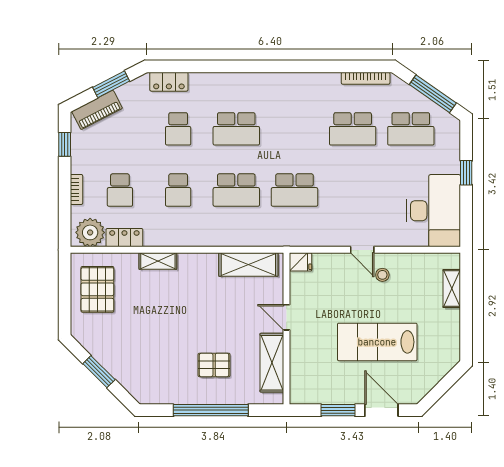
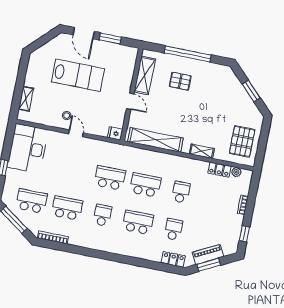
piano: (97, 110) -> (208, 254), moved
school desk: (120, 190) -> (102, 215), moved
plant: (90, 232) -> (236, 172), width x0.53, depth x0.53
shelving: (248, 264) -> (155, 140), width x1.47

